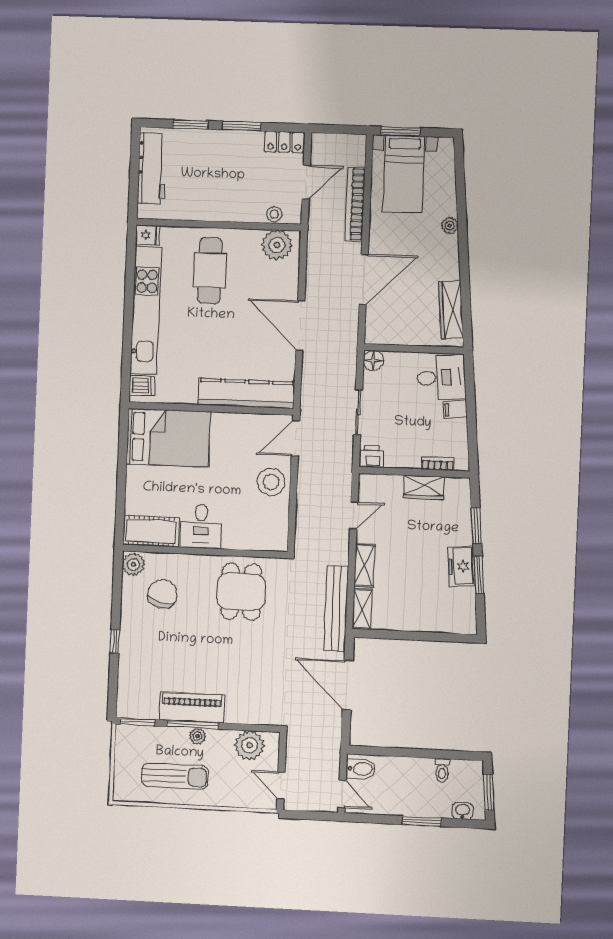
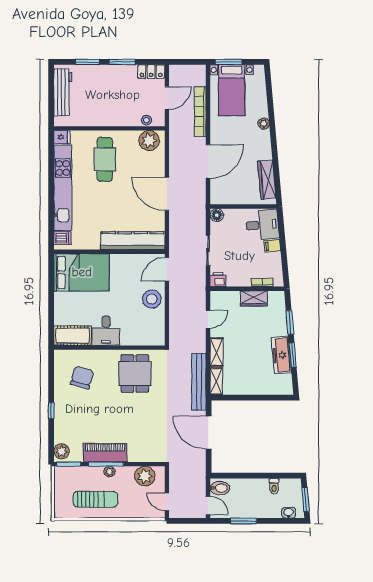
plant: (133, 564) -> (61, 451), moved
freezer: (461, 566) -> (281, 355), width x1.40
window: (422, 821) -> (244, 521), moved

